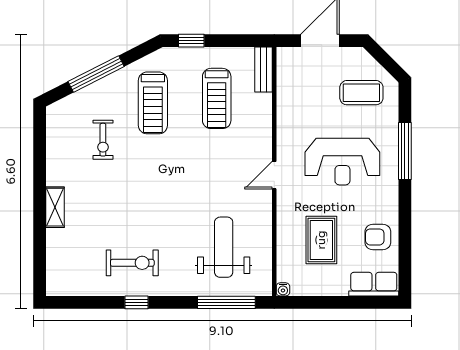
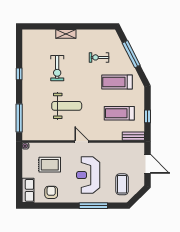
window: (191, 41) -> (148, 116), moved
weight bench: (224, 247) -> (67, 106), moved
exercise bike: (132, 263) -> (57, 68), moved

